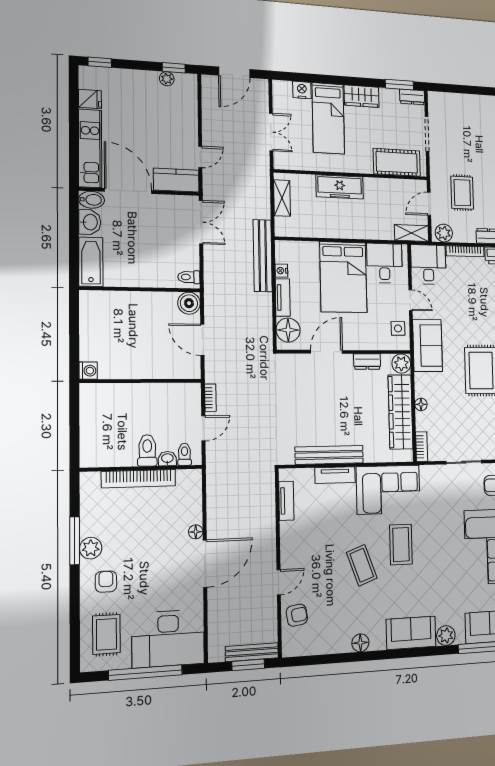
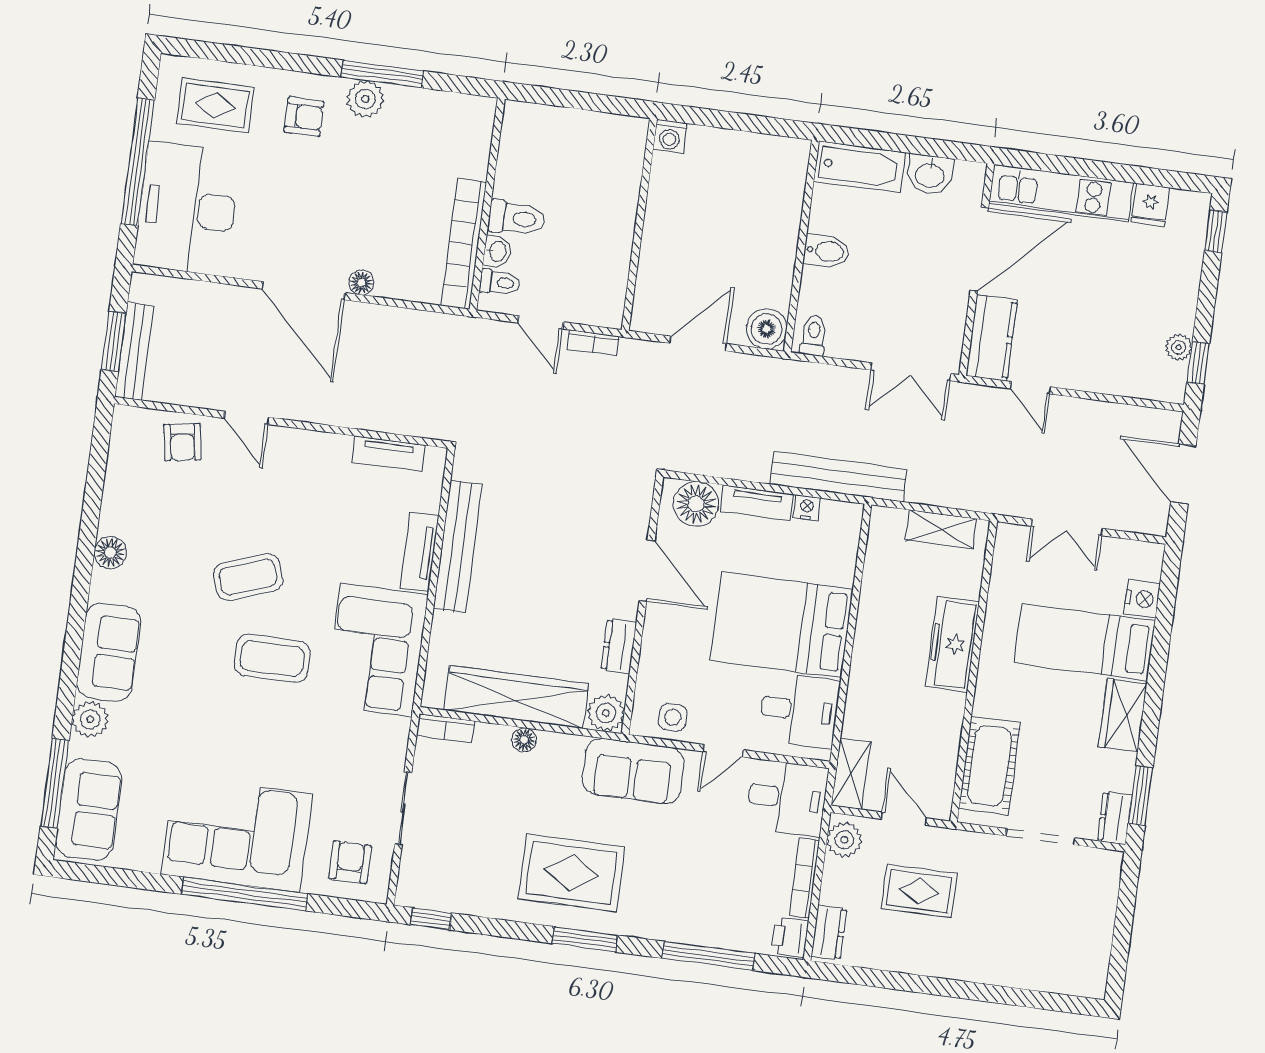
bidet: (92, 200) -> (826, 251), moved, turned -90
bookcase: (139, 479) -> (464, 244), moved

